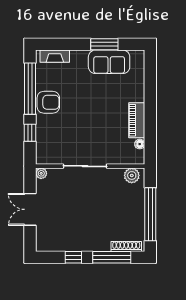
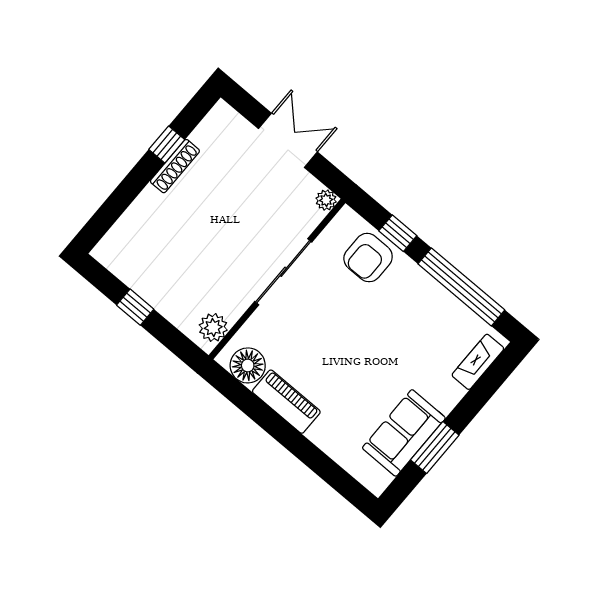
armchair: (48, 102) -> (368, 258), moved
floor lamp: (140, 144) -> (248, 365), width x1.89, depth x1.89
window: (150, 214) -> (135, 307), width x0.32
shoe rack: (126, 246) -> (175, 166), moved
window: (112, 257) -> (120, 200), removed

